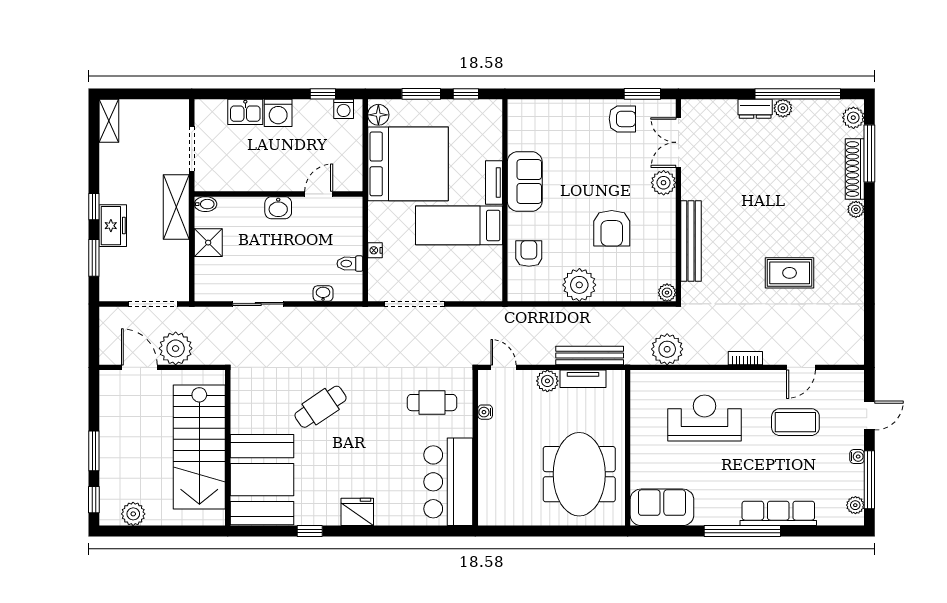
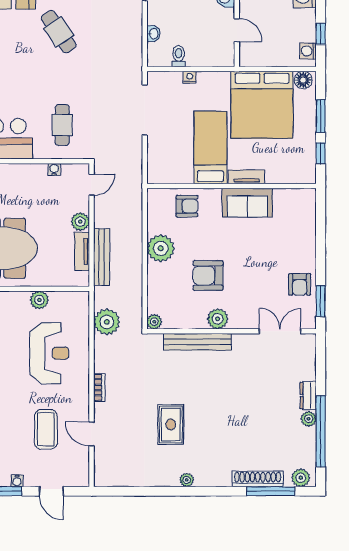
plant: (664, 183) -> (218, 319), moved
plant: (856, 209) -> (187, 480), moved
plant: (641, 430) -> (39, 300), added

